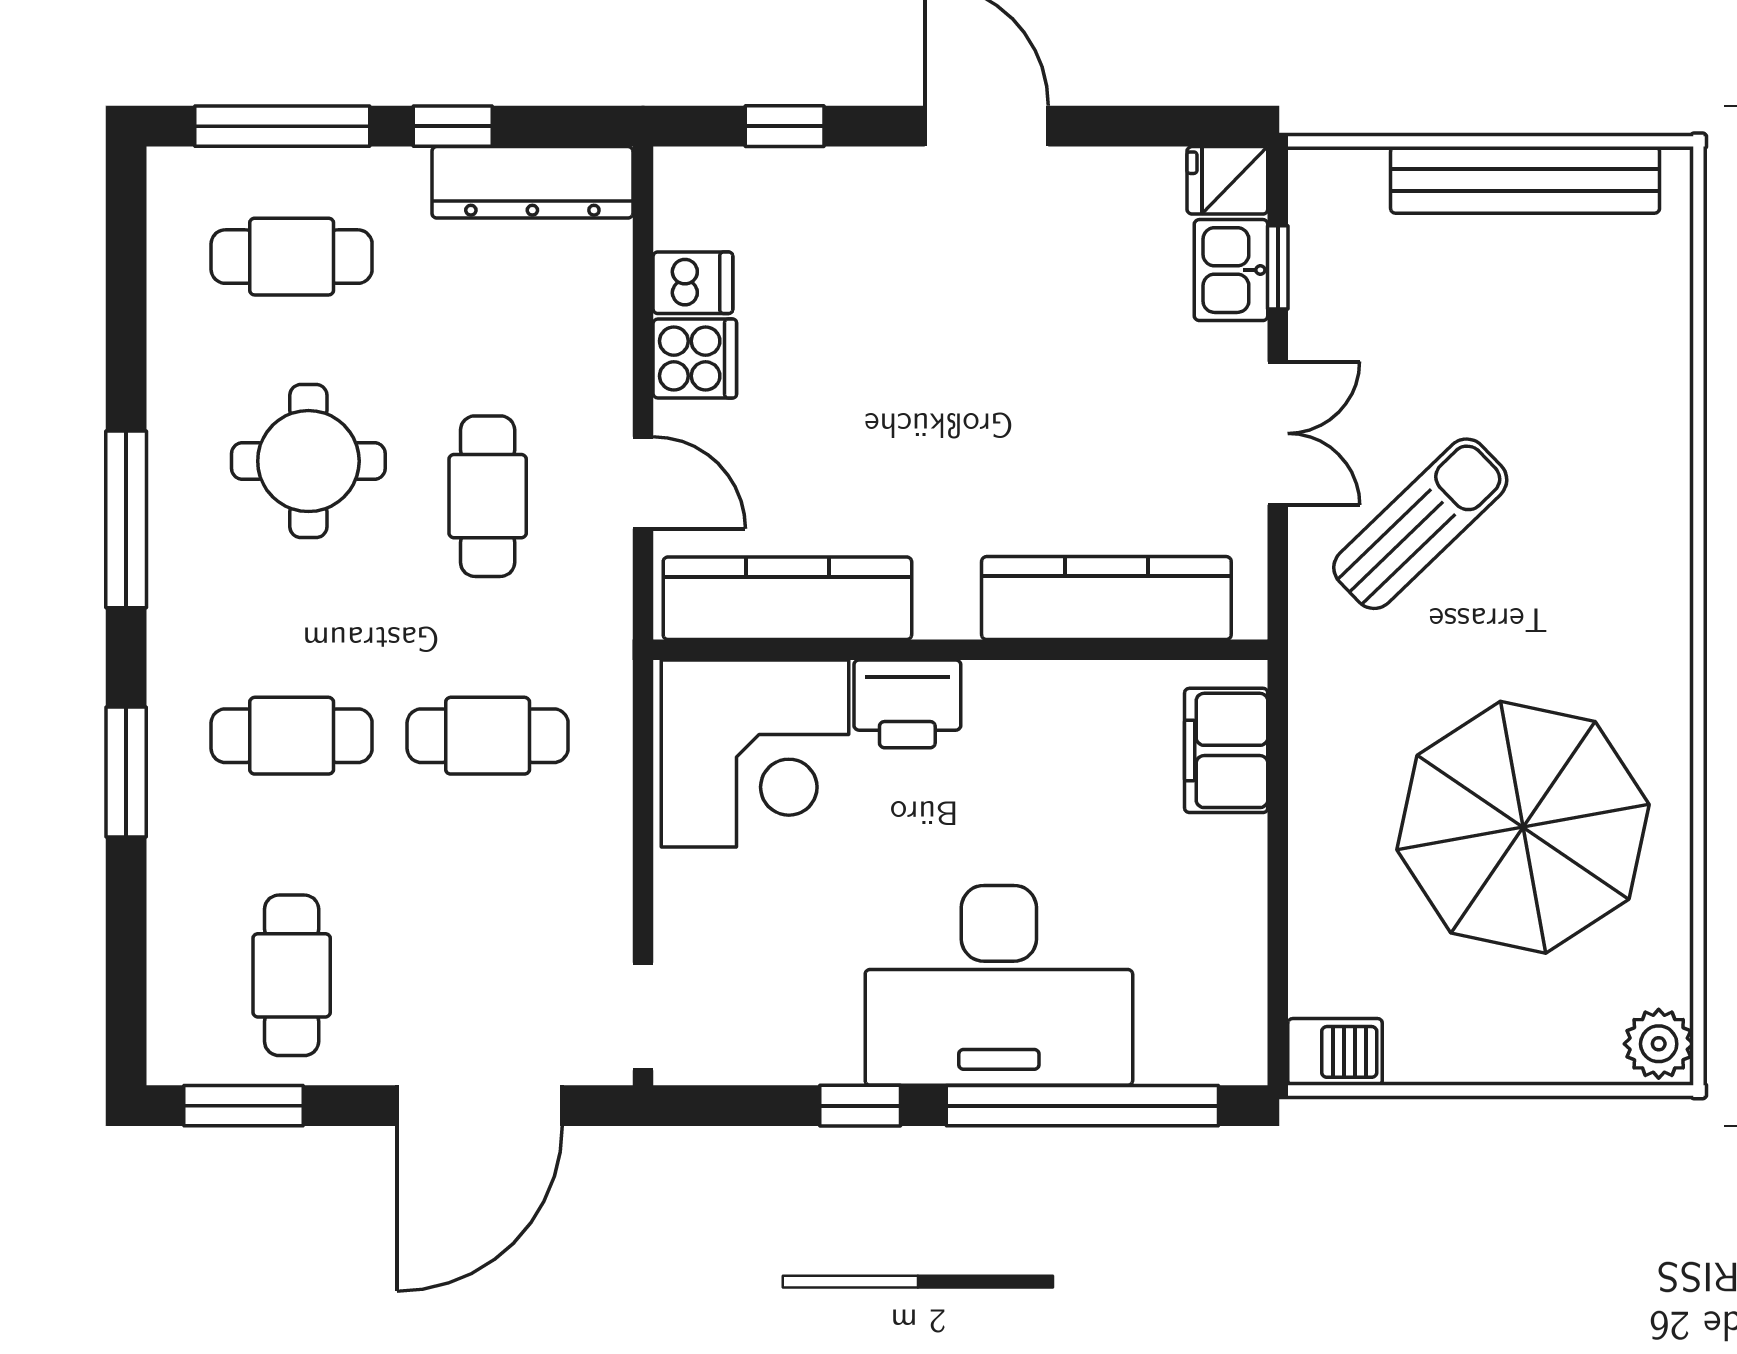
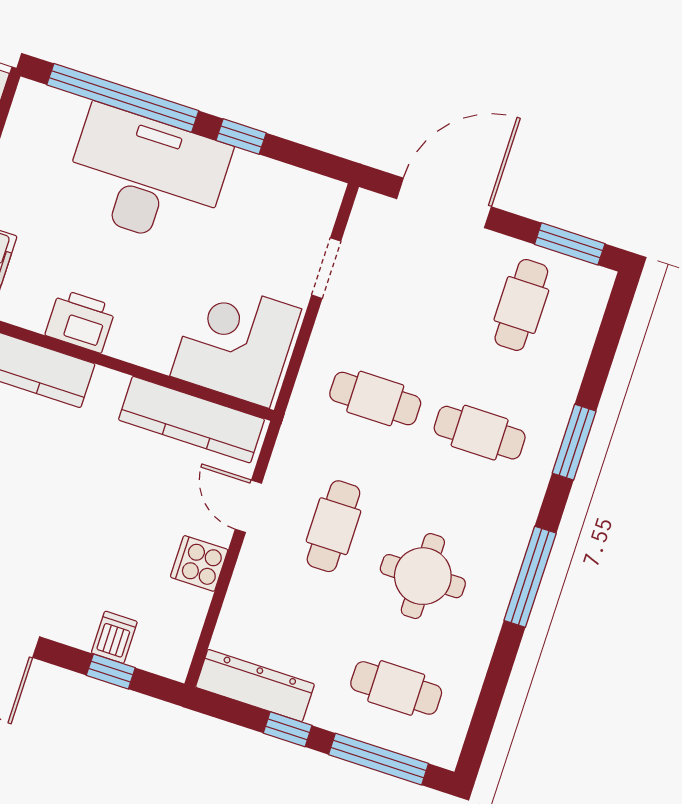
dishwasher: (693, 283) -> (114, 637), moved, turned 90
printer: (907, 704) -> (81, 321), moved
doorway: (643, 1016) -> (326, 268), moved

